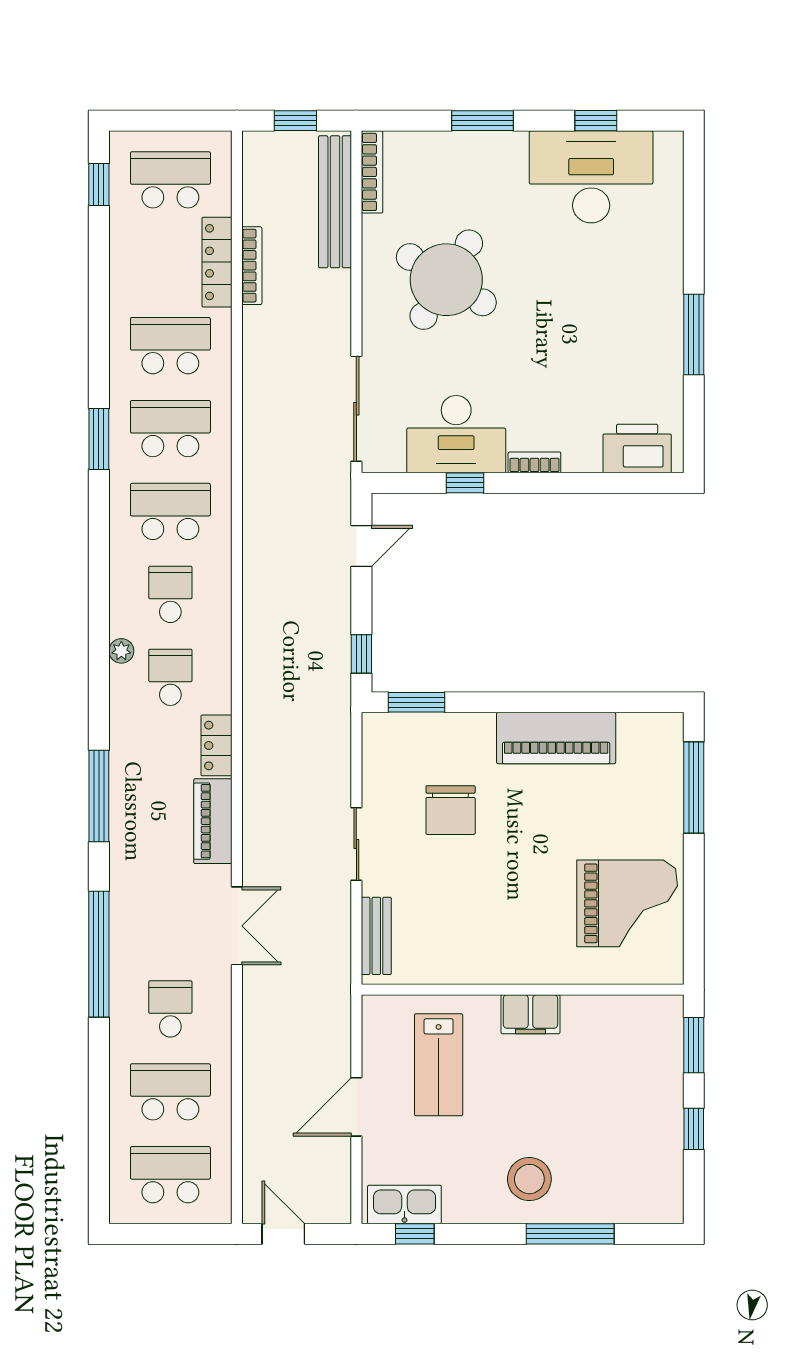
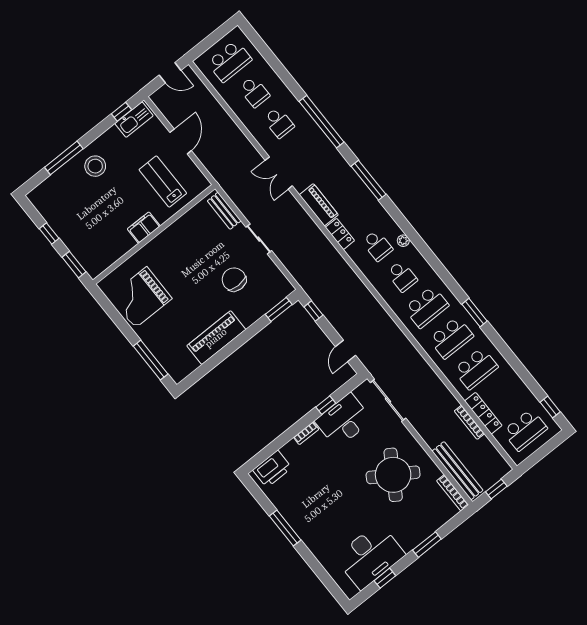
school desk: (170, 1092) -> (254, 92), width x0.54

